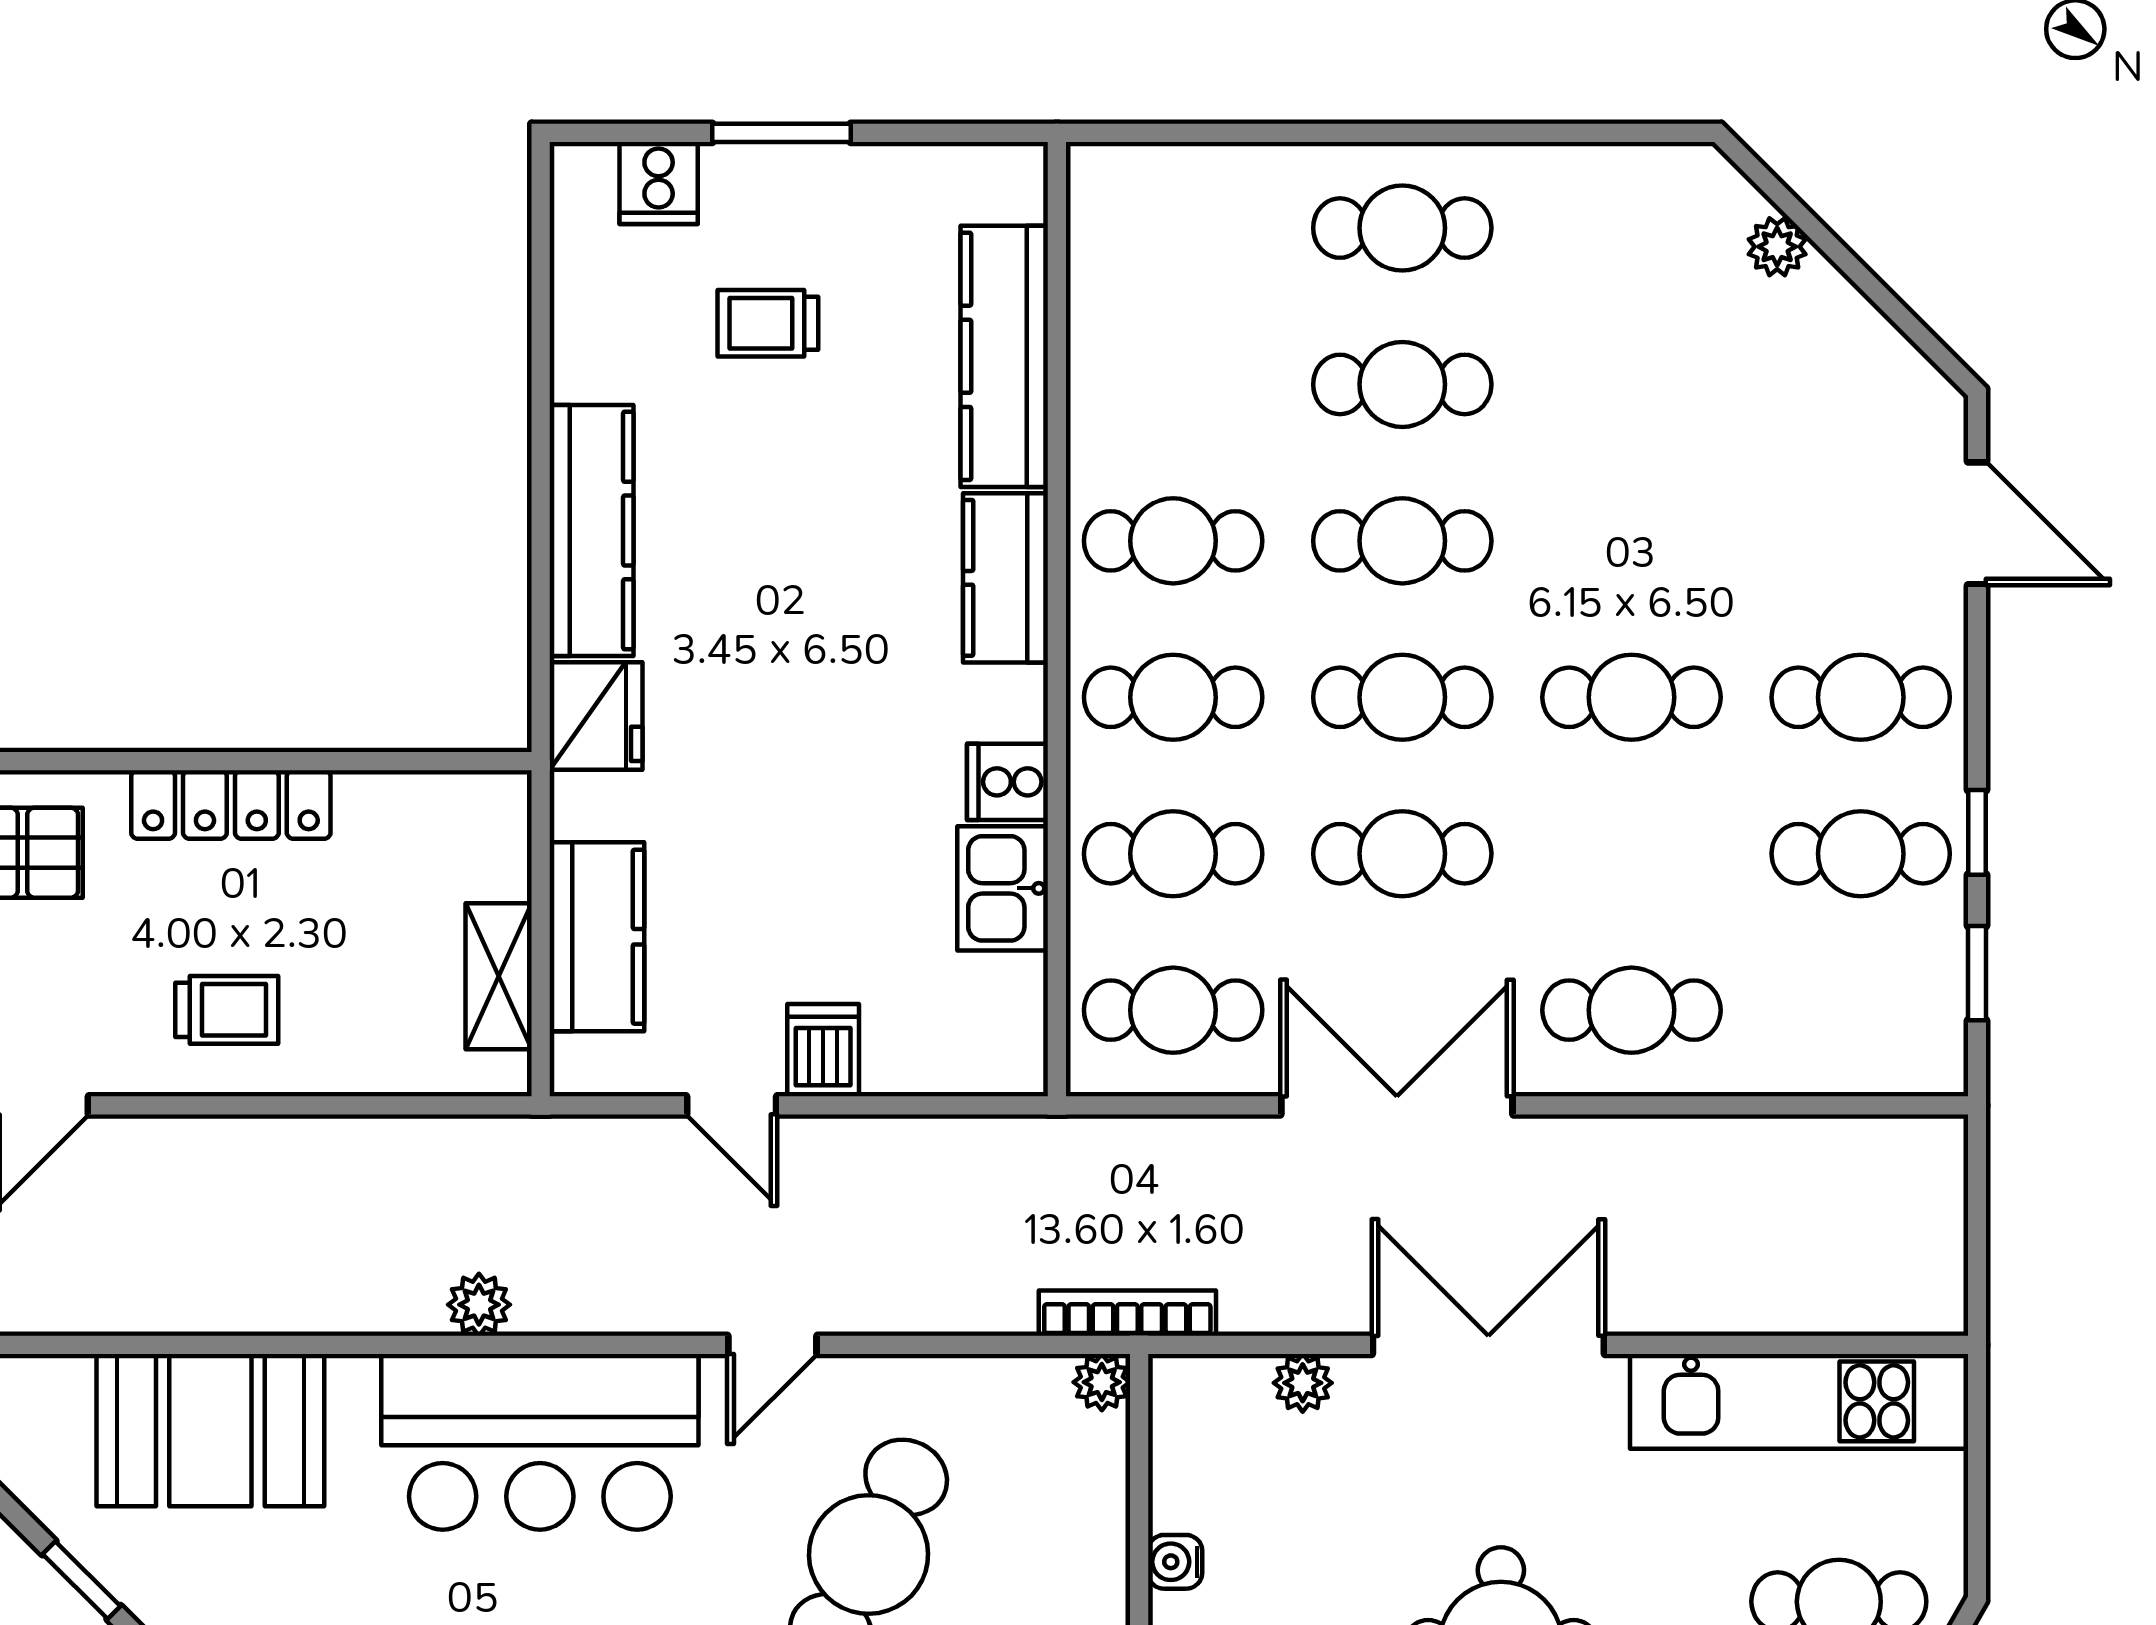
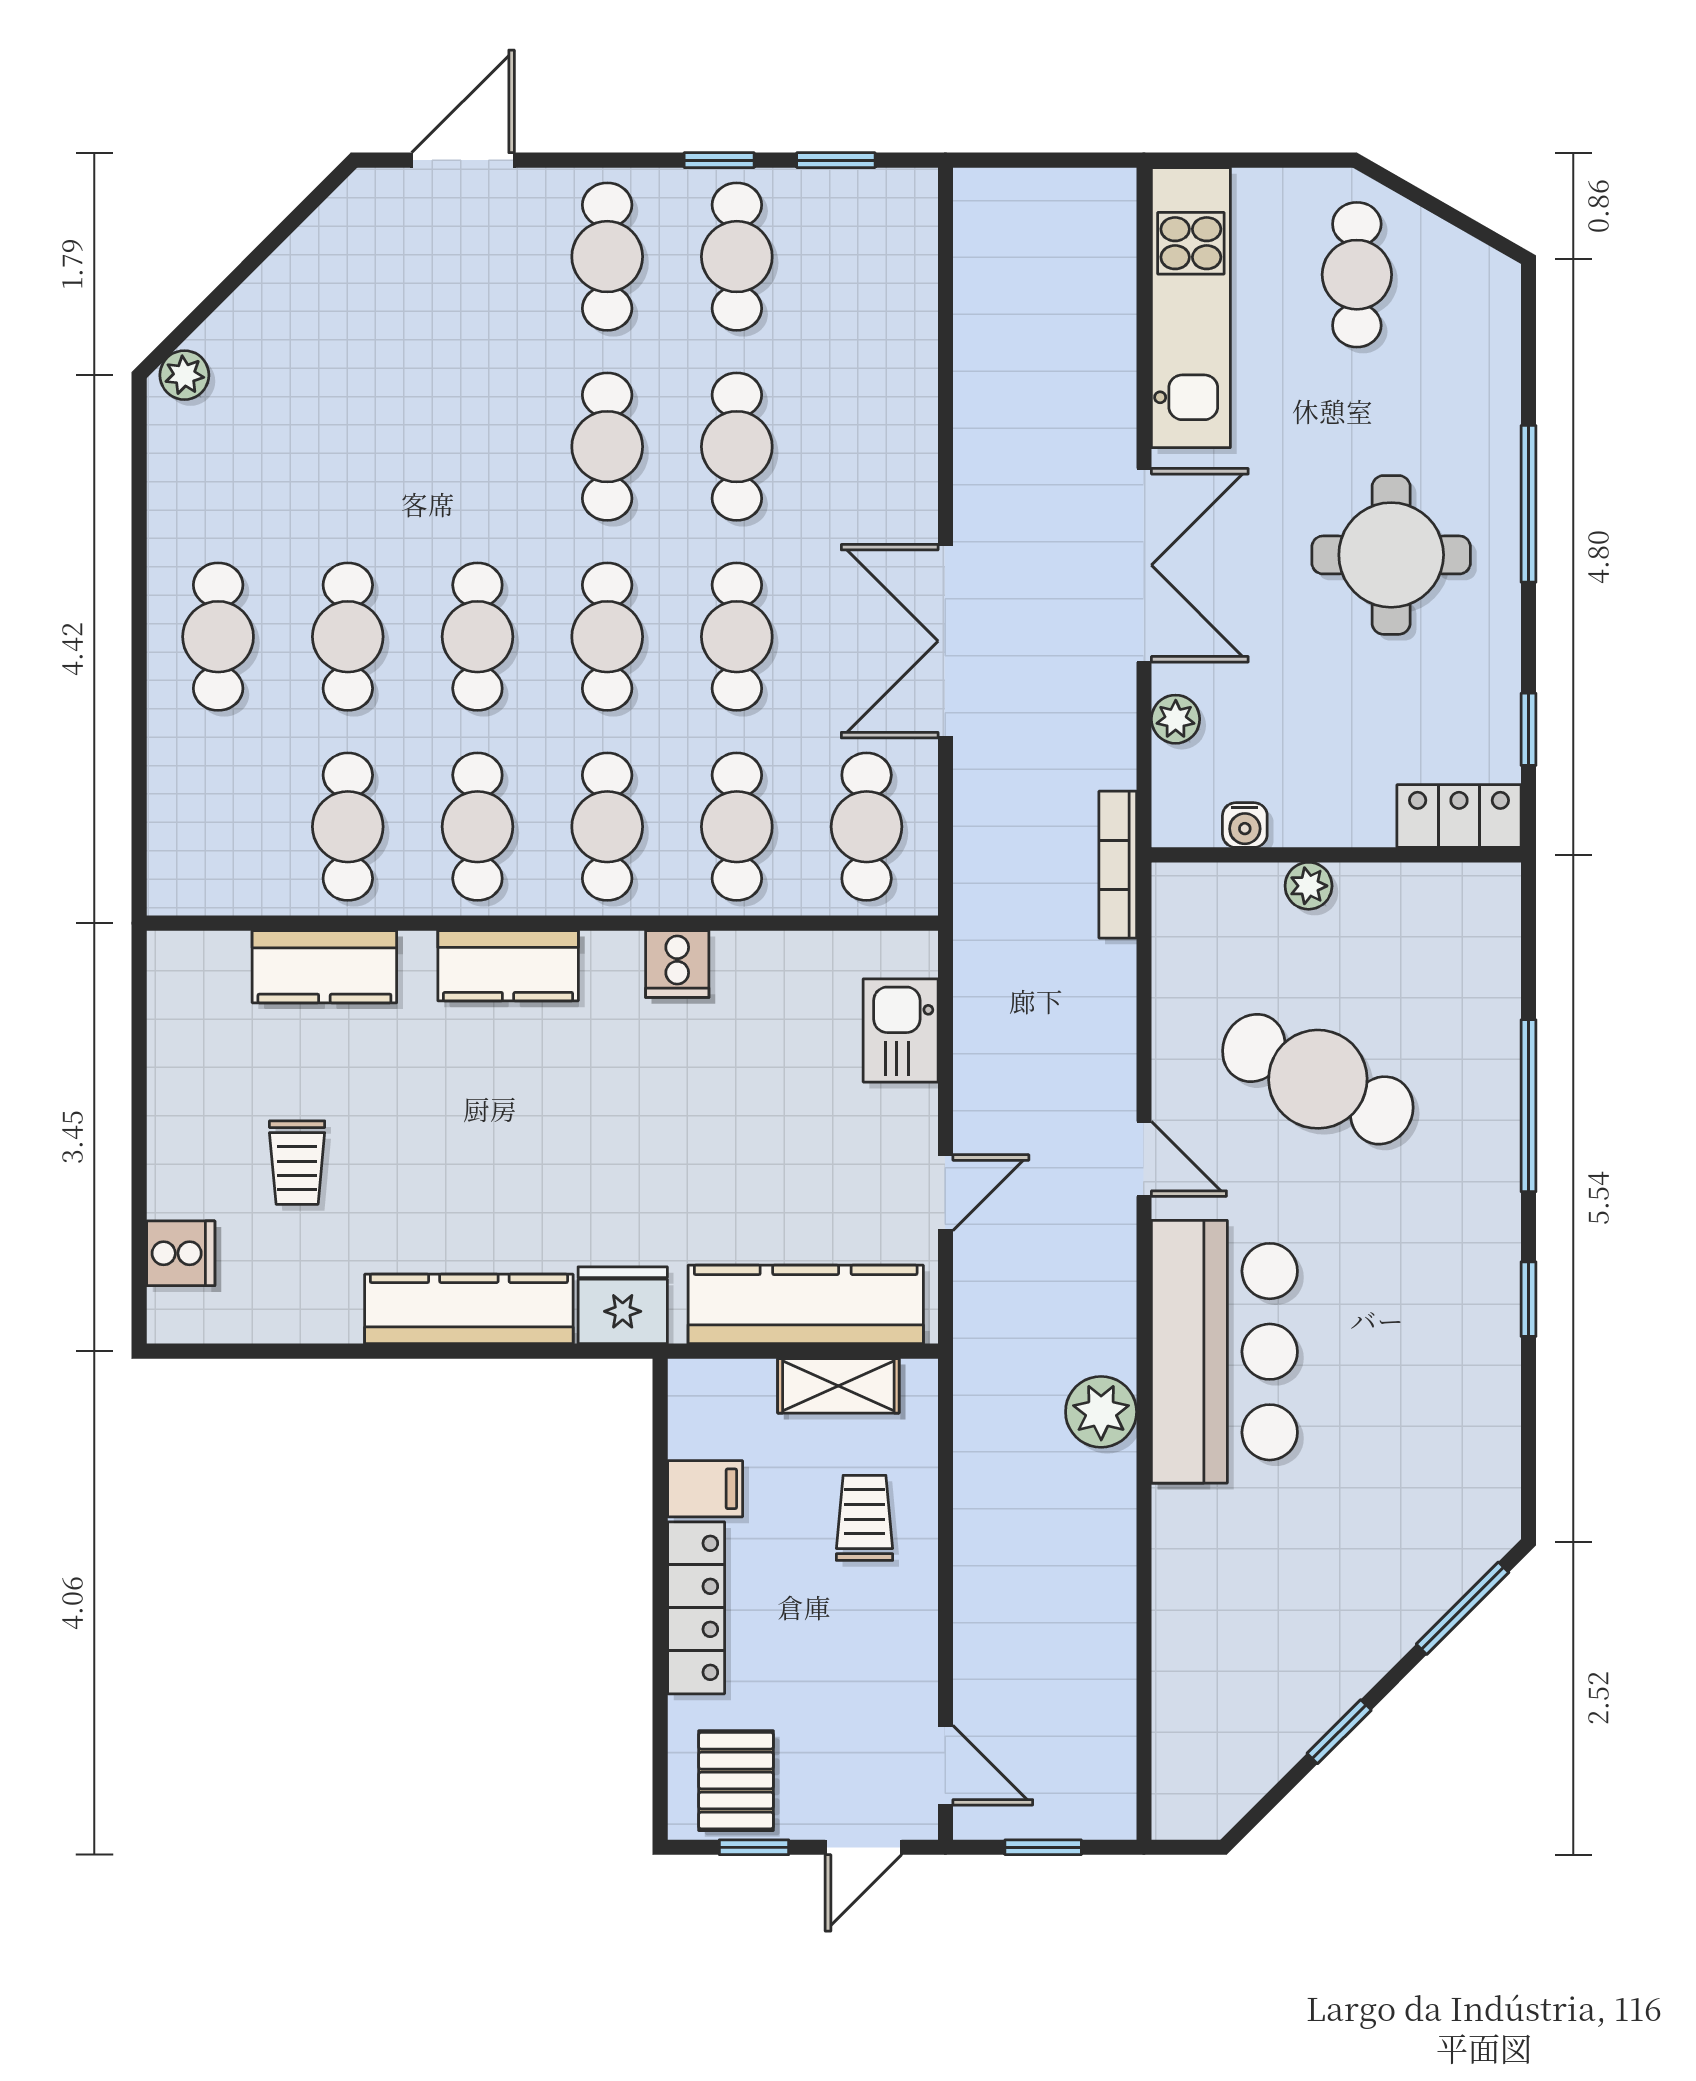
window: (782, 133) -> (139, 1151), removed
plant: (1777, 247) -> (184, 375), moved
kitchen counter: (1004, 356) -> (324, 967), width x0.67
cafe table: (1173, 384) -> (348, 827), added
filing cabinet: (375, 815) -> (705, 1489), added
kitchen sink: (1003, 888) -> (901, 1030), moved, turned 90
kitchen counter: (597, 937) -> (806, 1304), width x1.50
trolley: (227, 1010) -> (865, 1518), moved
cafe table: (1632, 1010) -> (737, 447), moved
dishwasher: (823, 1050) -> (900, 1117), removed
plant: (479, 1305) -> (1101, 1412), width x1.38, depth x1.38
double door: (1488, 1345) -> (1144, 565), swing flipped
plant: (1102, 1382) -> (1309, 886), moved
booth: (210, 1430) -> (1215, 1625), removed
water cooler: (1175, 1562) -> (1245, 825), moved

